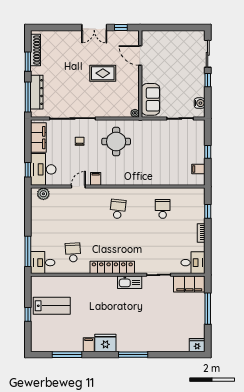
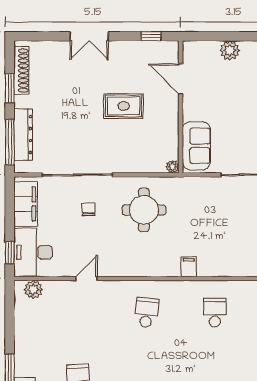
double door: (94, 27) -> (89, 36), moved
plant: (173, 37) -> (230, 50), added
filing cabinet: (96, 179) -> (189, 267), moved

